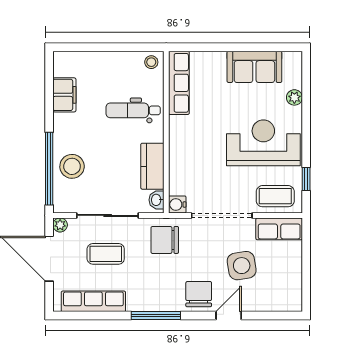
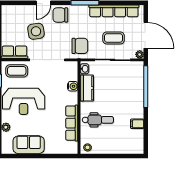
row of seats: (179, 83) -> (72, 123), moved
filing cabinet: (64, 95) -> (137, 124), width x0.50
stool: (72, 166) -> (133, 88), removed
water cooler: (177, 205) -> (73, 86), moved
chair: (199, 294) -> (60, 15), turned 90
row of seats: (93, 301) -> (114, 11), width x1.36

